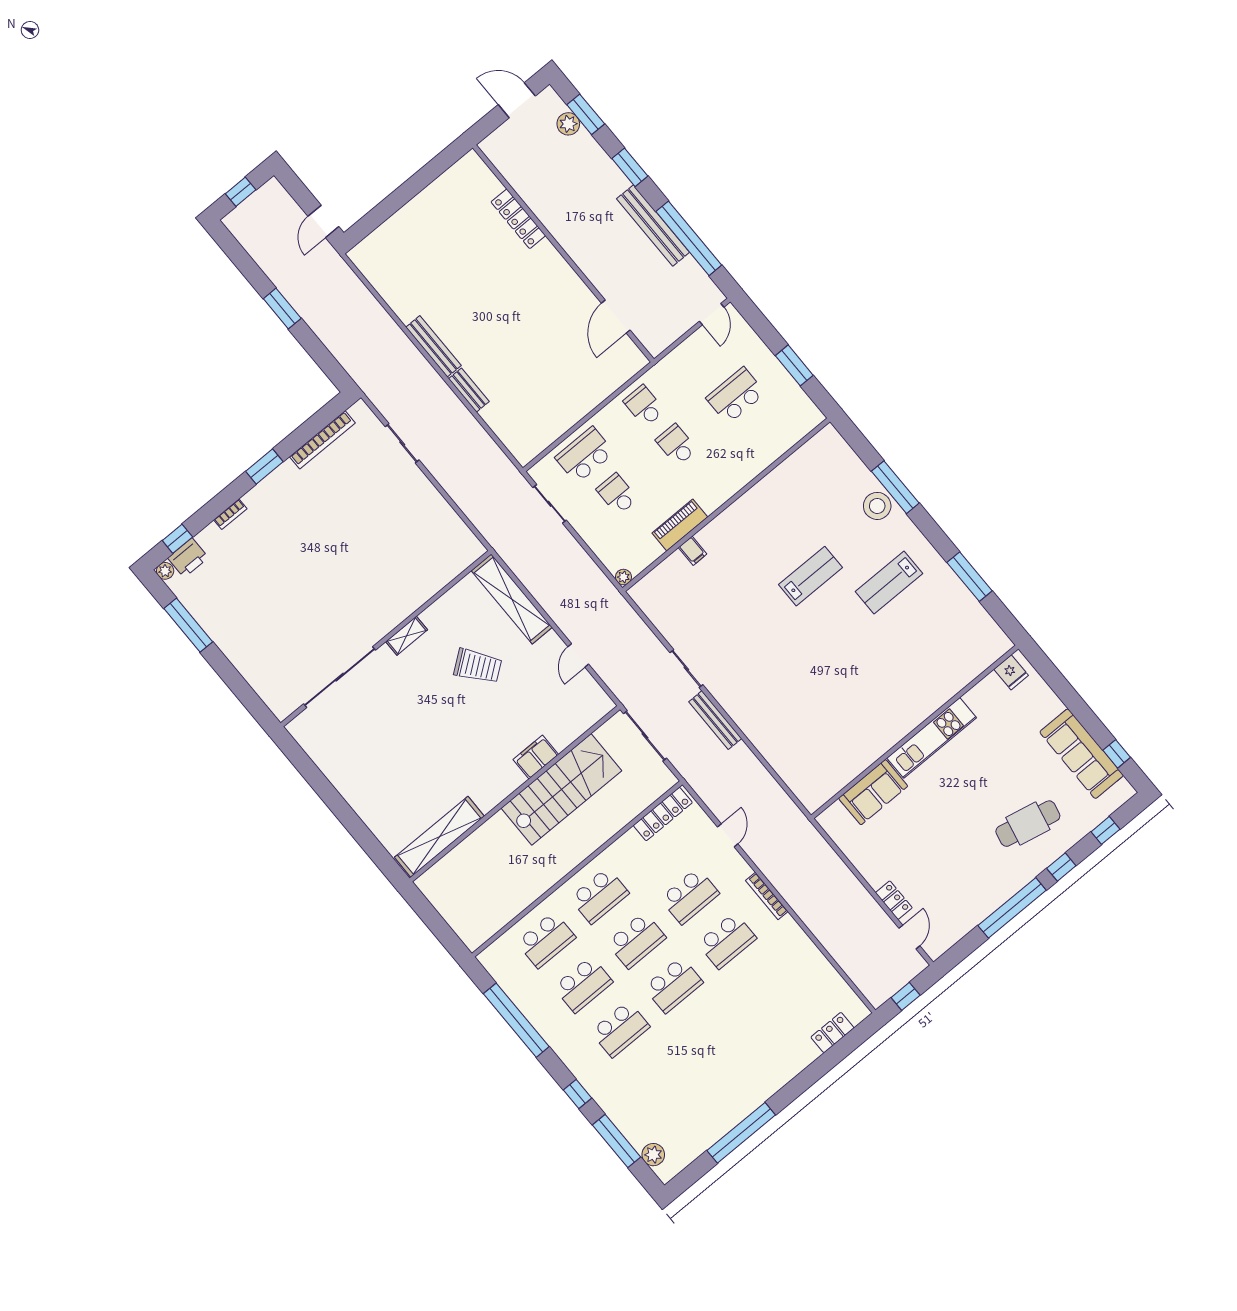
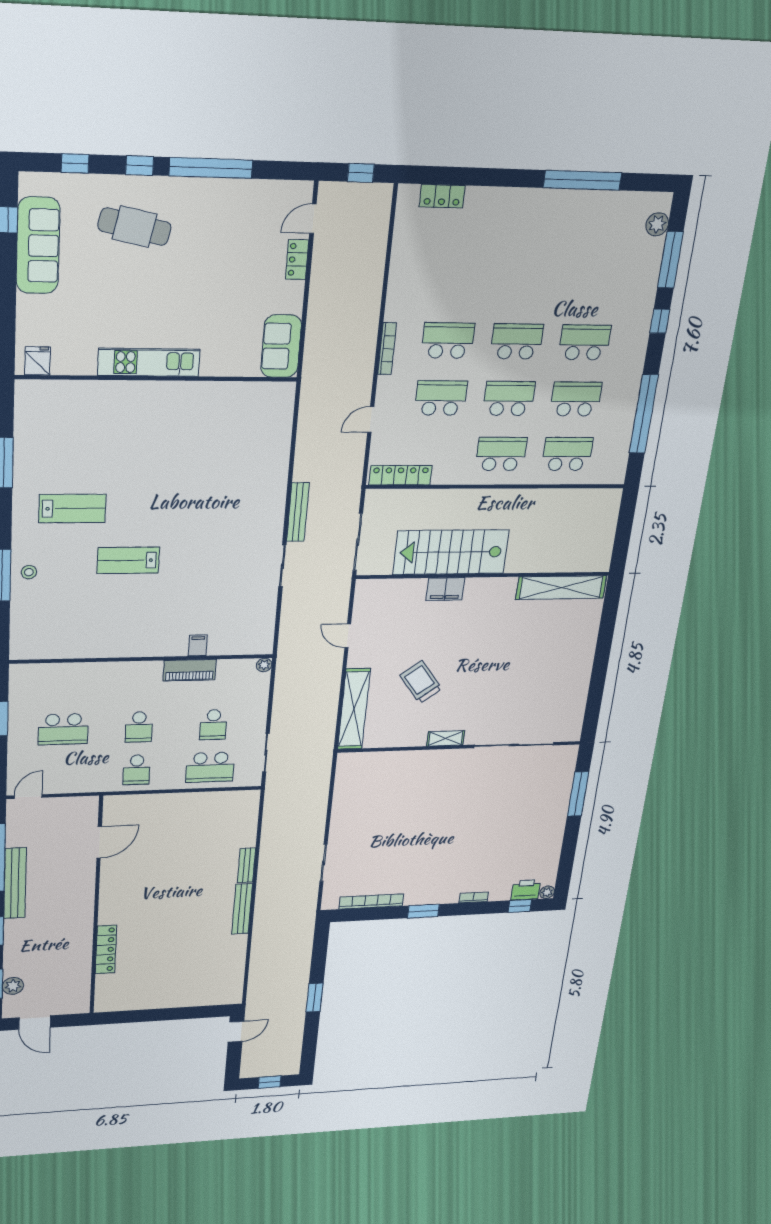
stool: (877, 506) -> (29, 572), width x0.53, depth x0.53
window: (188, 625) -> (578, 794), moved
door: (578, 655) -> (348, 636), swing flipped
sofa: (873, 792) -> (281, 346), moved, turned -90

